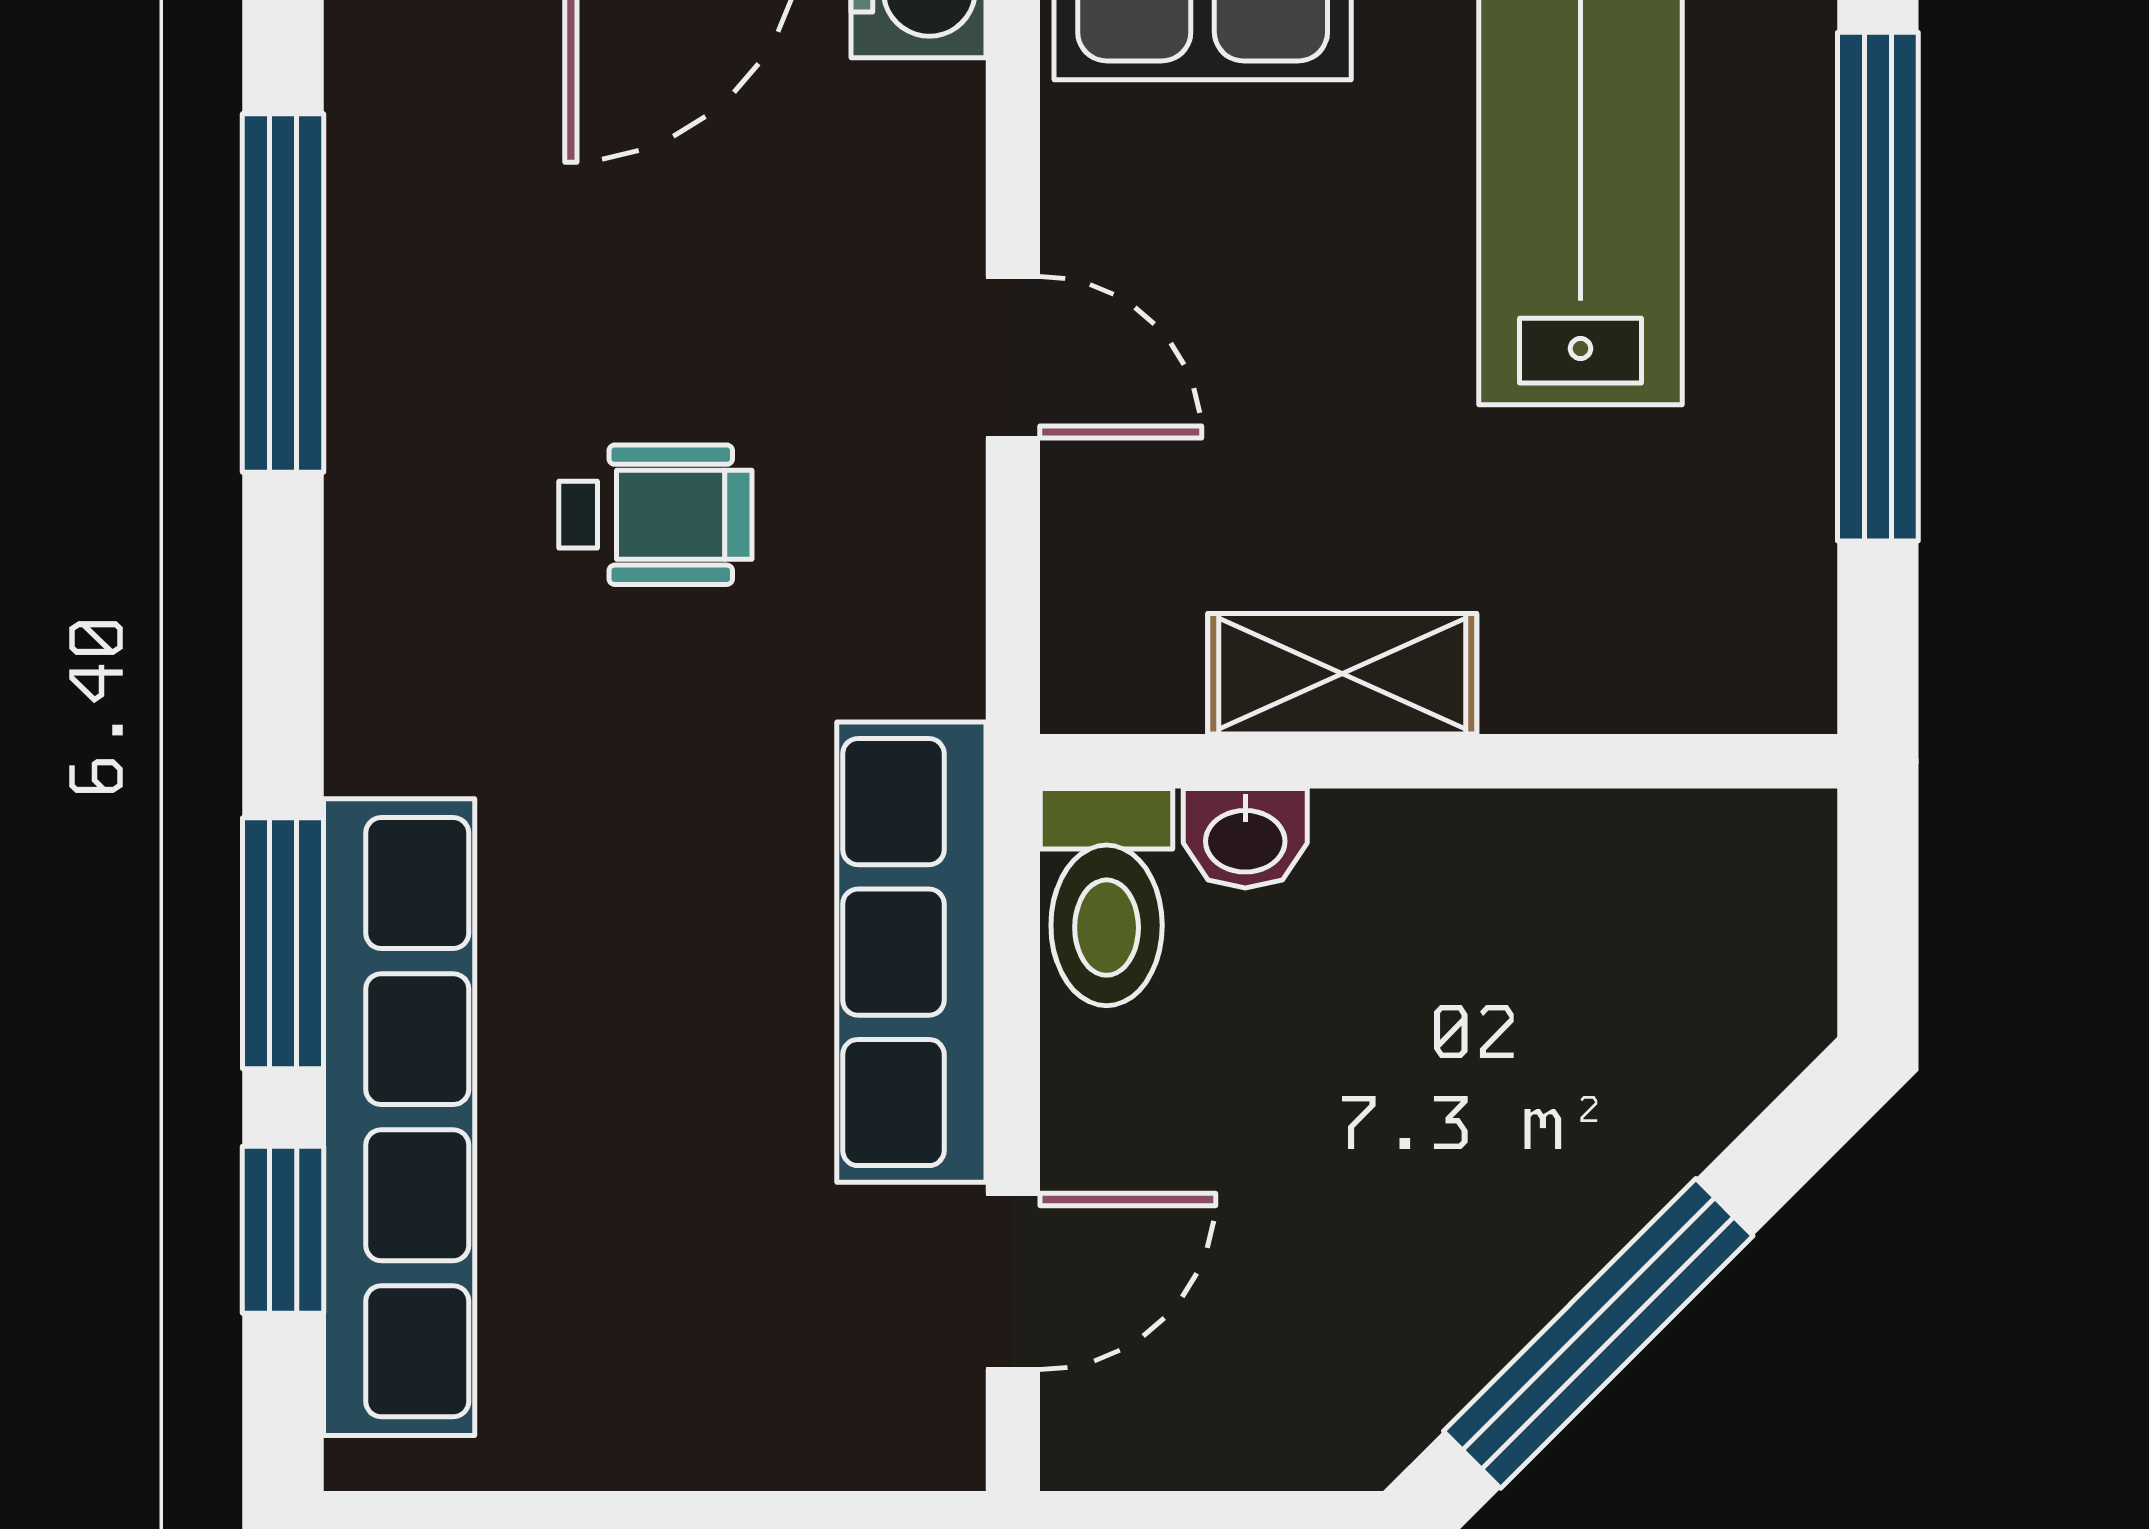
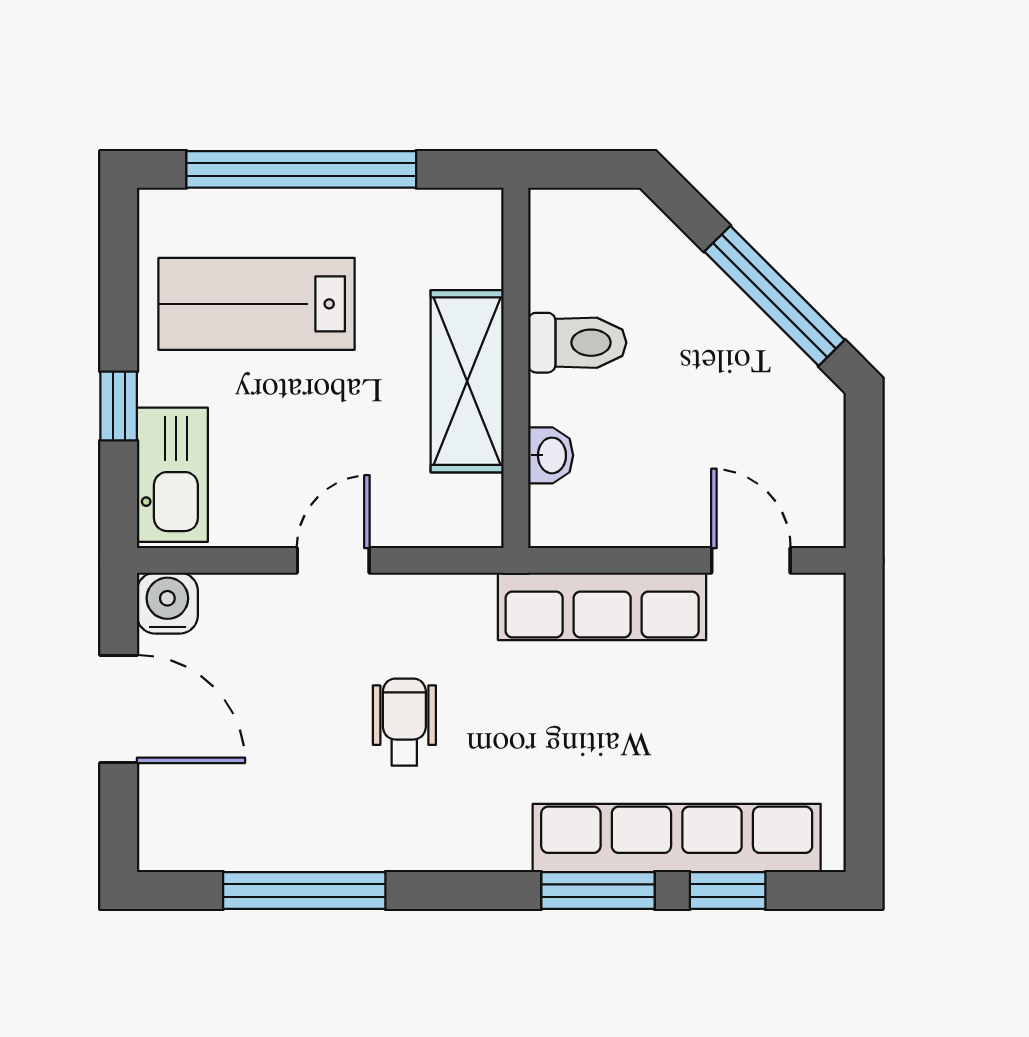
shelving: (1342, 674) -> (467, 381), width x1.50, depth x1.33
toilet: (1107, 897) -> (577, 343), moved

